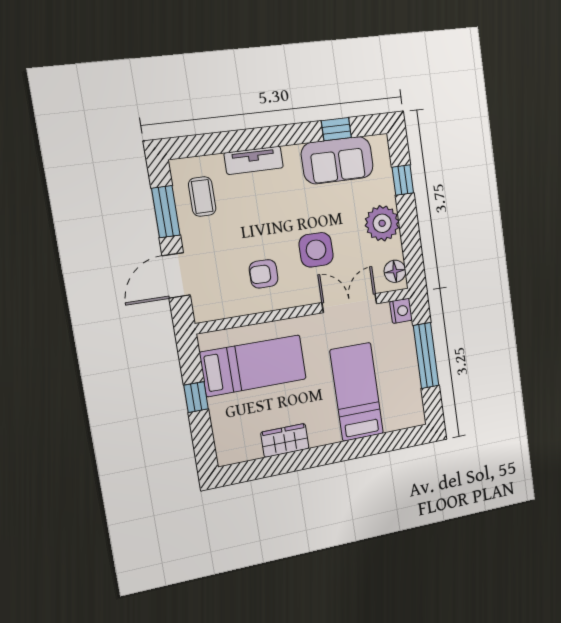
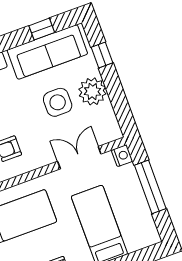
sofa: (337, 160) -> (47, 52), width x1.36
side table: (316, 250) -> (58, 102), moved
floor lamp: (395, 271) -> (111, 126), removed

